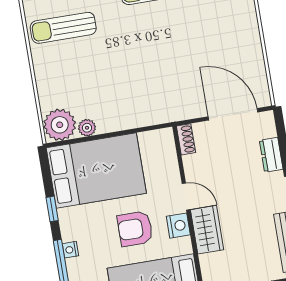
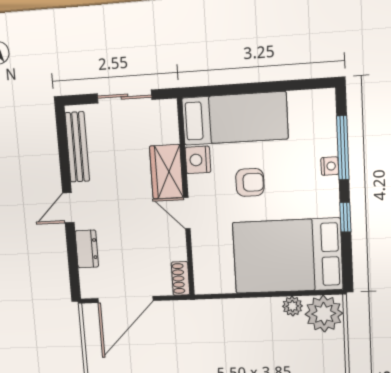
door: (233, 114) -> (125, 300), hinge flipped
nightstand: (178, 226) -> (198, 160), moved
armchair: (135, 229) -> (250, 182), width x0.72, depth x0.72

